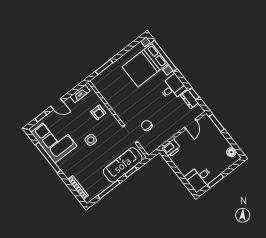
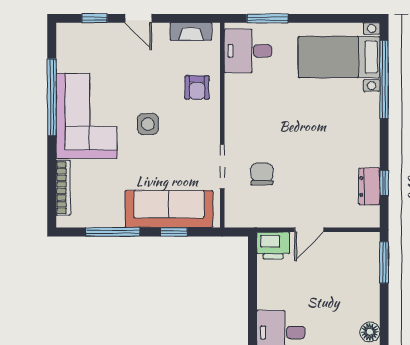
bed with nightstands: (145, 65) -> (339, 57), width x0.73
desk: (173, 88) -> (248, 51), moved, turned 180
door: (191, 124) -> (309, 230), moved
corner sofa: (54, 139) -> (86, 116), moved

